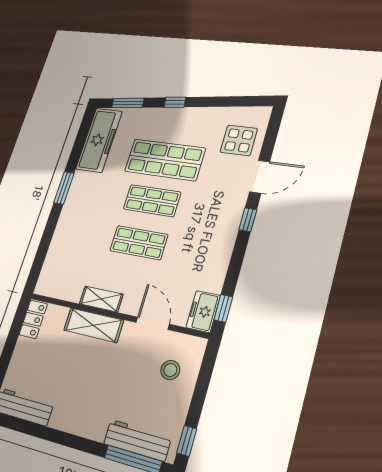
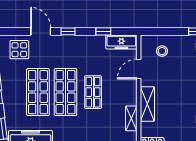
shop shelf: (152, 201) -> (65, 92), width x1.43, depth x1.36
shelving: (101, 299) -> (131, 118), moved
window: (223, 308) -> (103, 31), moved
freezer: (203, 311) -> (121, 42), width x1.40

